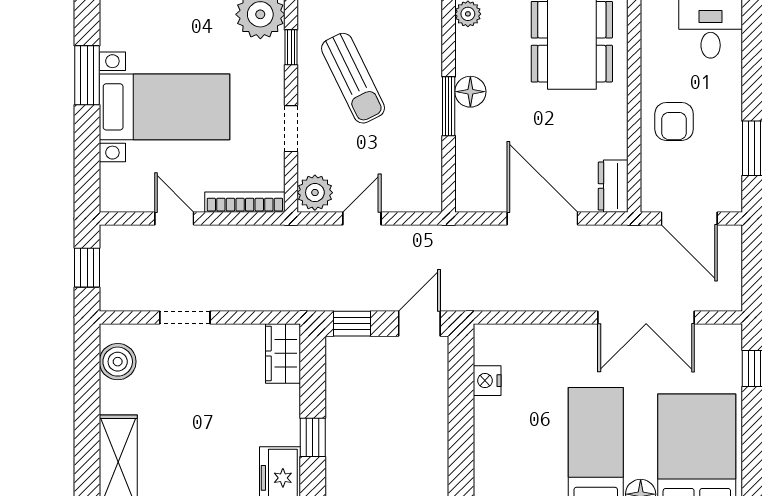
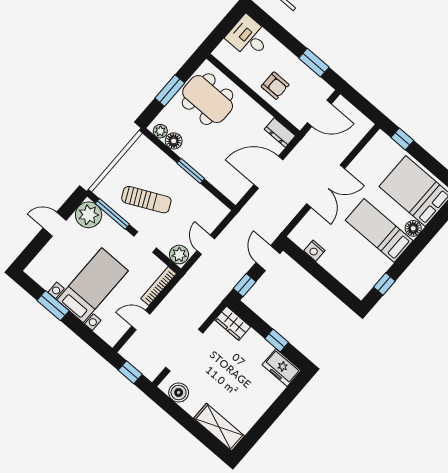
window: (291, 47) -> (112, 214), width x2.17
floor lamp: (470, 92) -> (174, 141), moved
doorway: (185, 317) -> (184, 350), width x1.88
double door: (646, 317) -> (326, 186), moved

